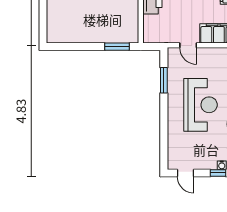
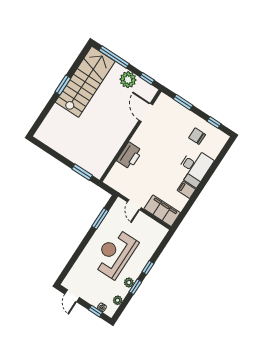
reception desk: (200, 105) -> (115, 254), turned 180

